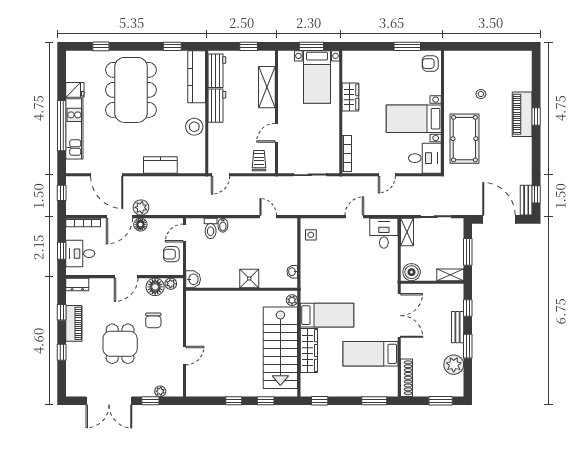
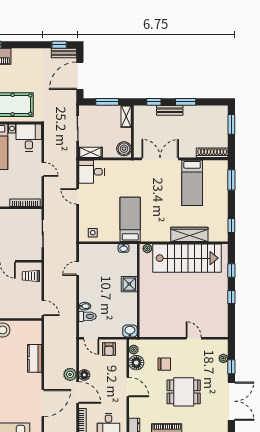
bed: (327, 315) -> (130, 219), moved
plant: (454, 365) -> (201, 113), removed

